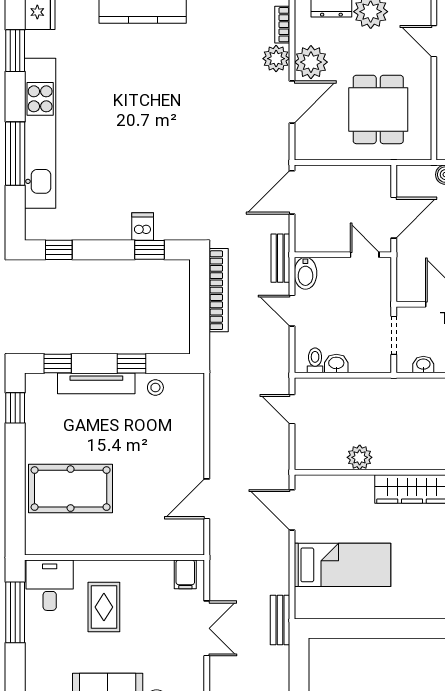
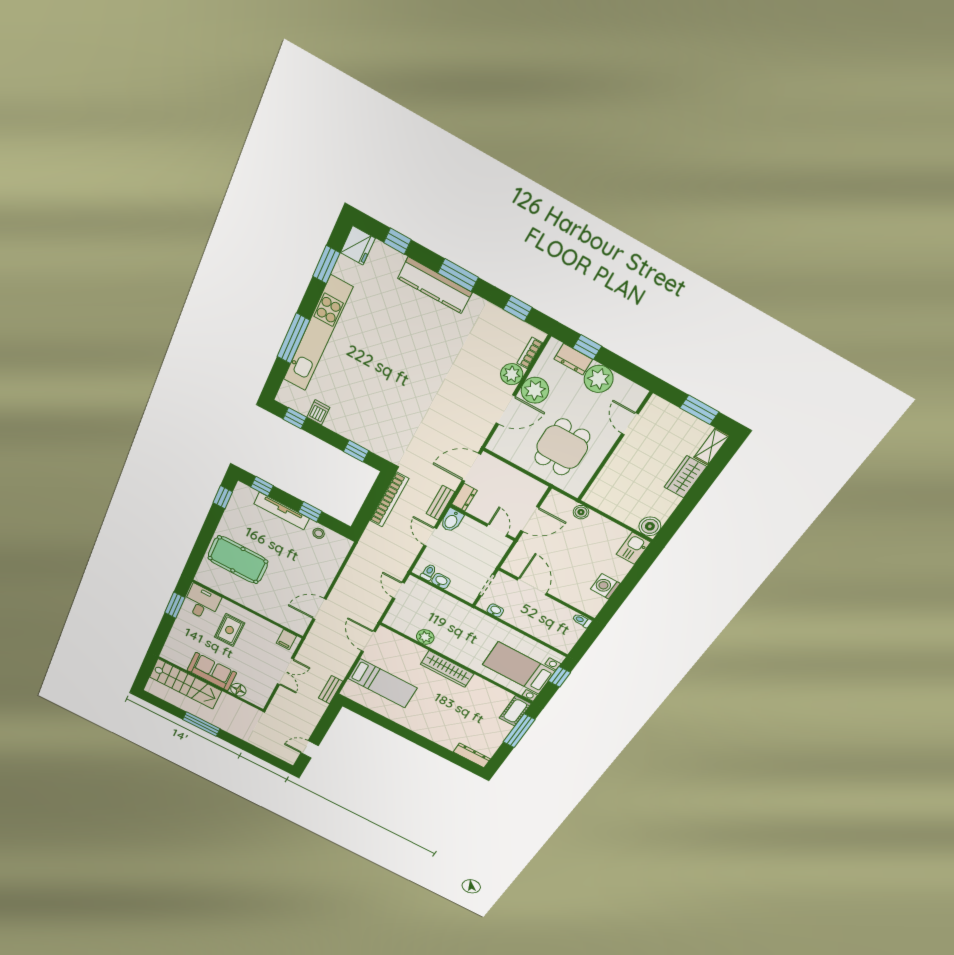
dishwasher: (143, 227) -> (318, 412), moved
dresser: (304, 235) -> (464, 497), added
window: (15, 612) -> (175, 605), width x0.69

